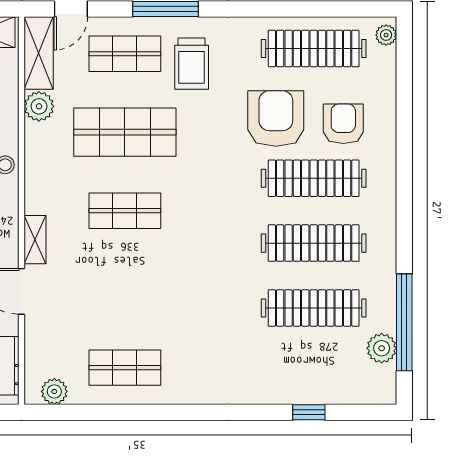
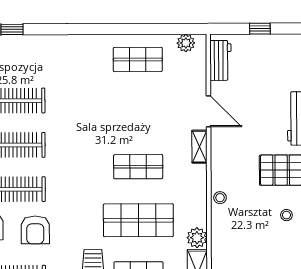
armchair: (276, 119) -> (35, 230), width x0.73, depth x0.73

